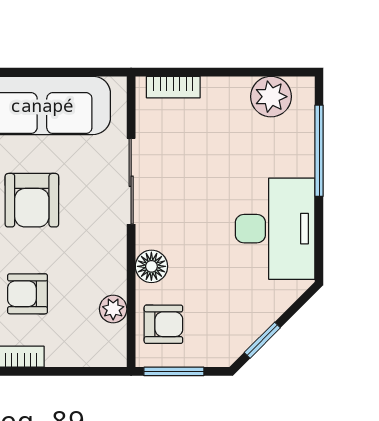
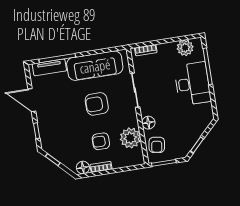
armchair: (32, 200) -> (97, 104), turned 89
desk: (275, 229) -> (192, 84), moved
plant: (113, 309) -> (130, 138), width x1.88, depth x1.88
armchair: (163, 324) -> (157, 145), turned 99

